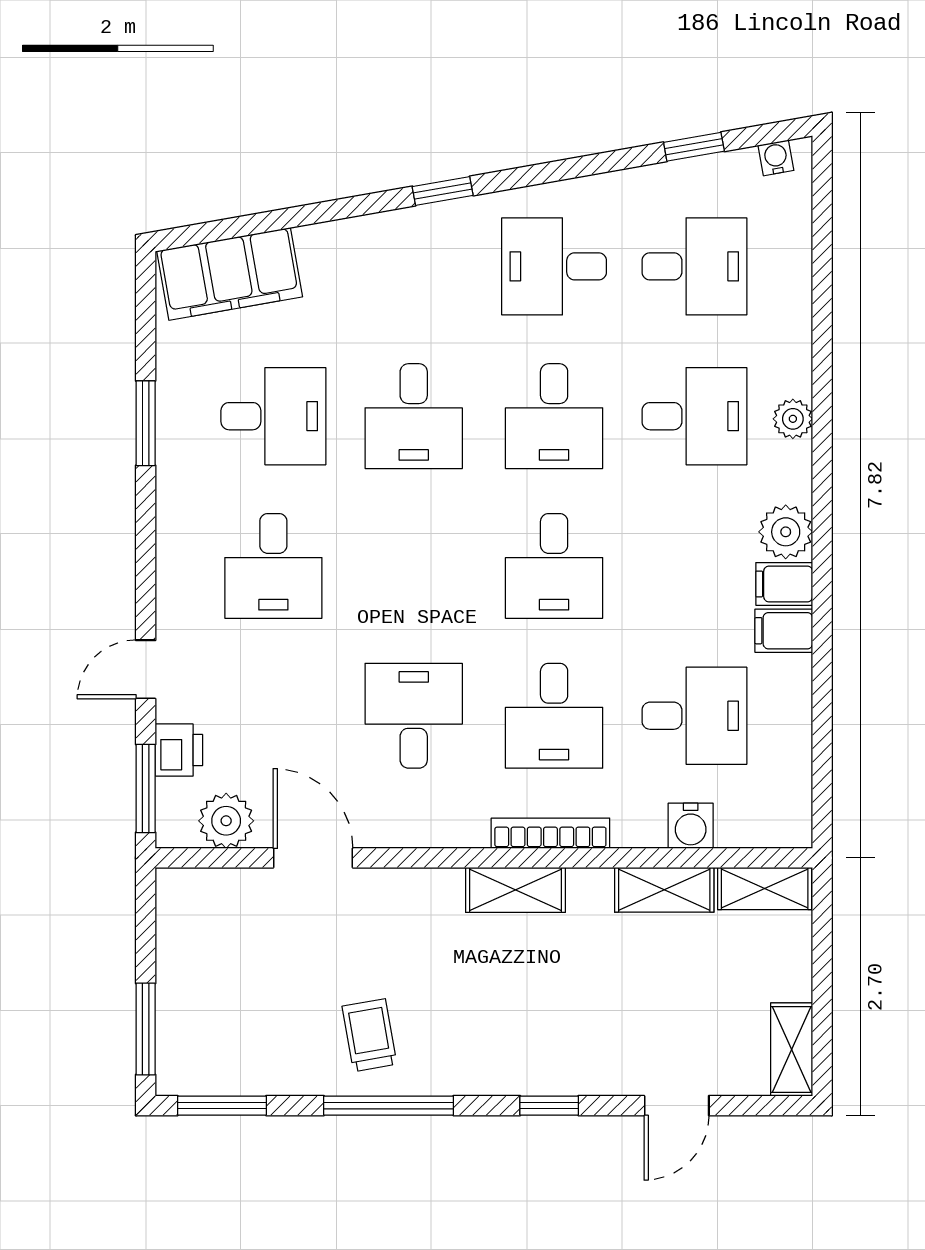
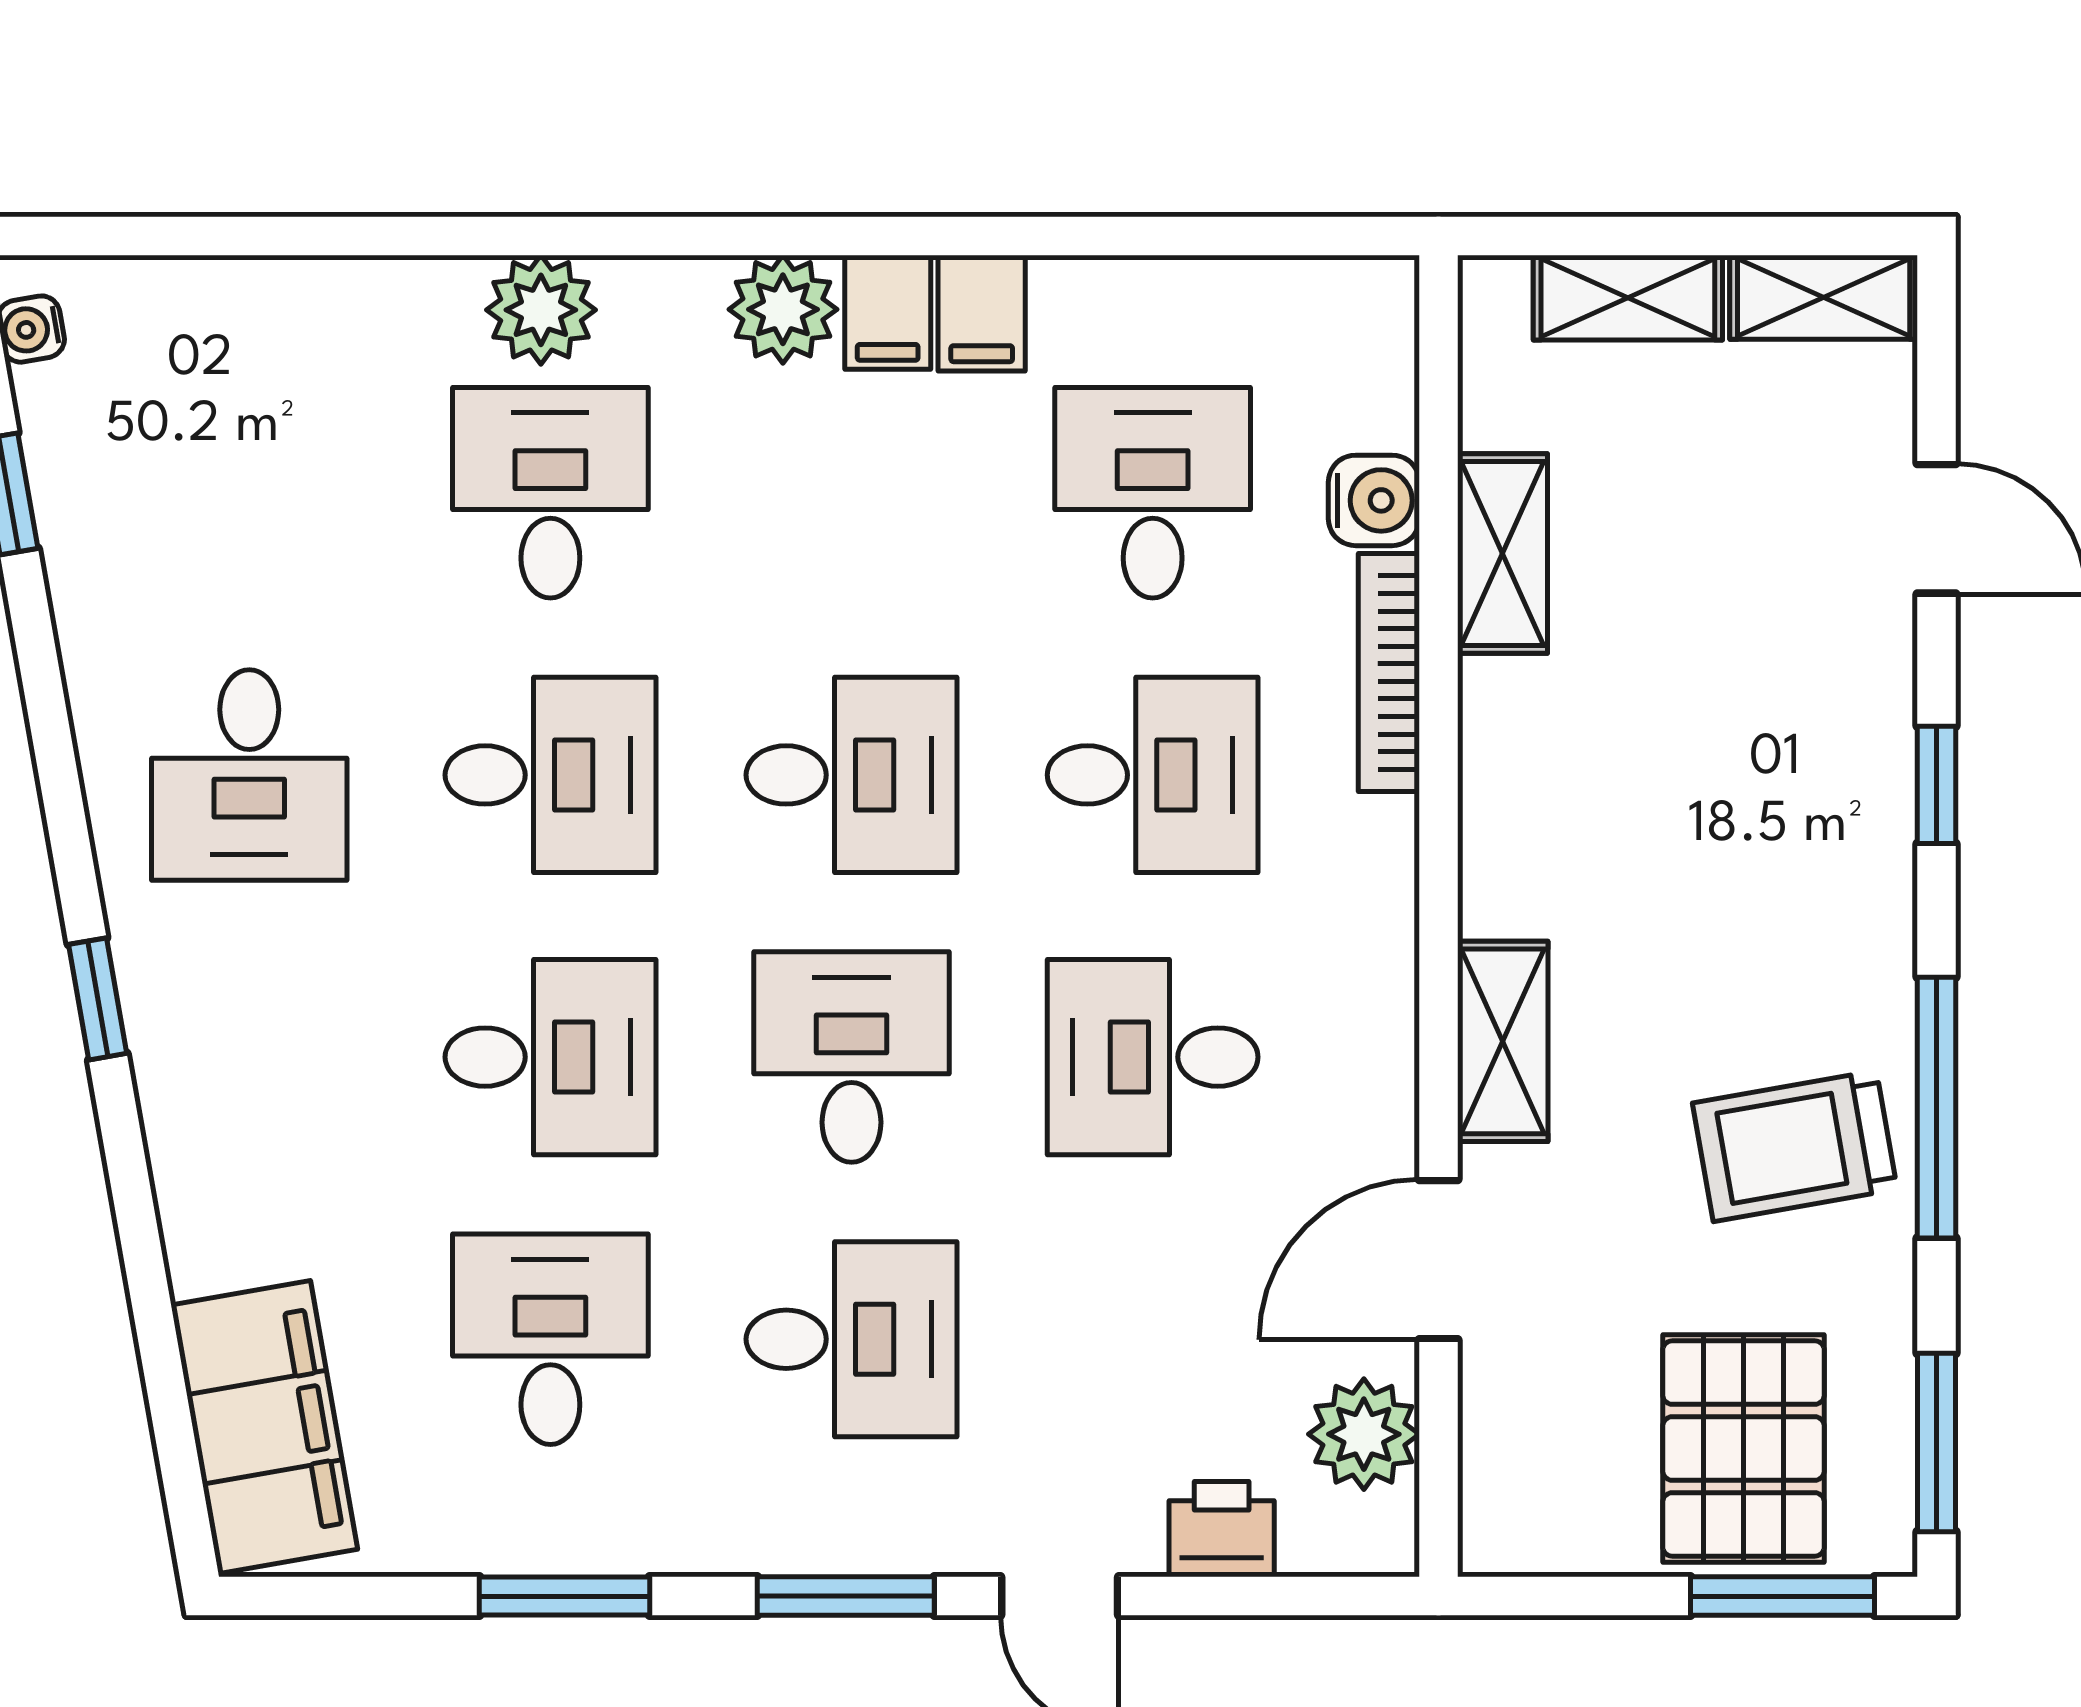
desk: (694, 266) -> (852, 1057), moved
plant: (793, 419) -> (541, 310), width x1.38, depth x1.38
window: (146, 788) -> (846, 1596), moved
bookcase: (550, 833) -> (1389, 673), moved
shelving: (765, 889) -> (1628, 298), moved, turned 90
shelving: (515, 890) -> (1503, 1041), moved
pallet: (219, 1010) -> (1744, 1449), added
trolley: (369, 1035) -> (1795, 1146), width x1.36, depth x1.39

